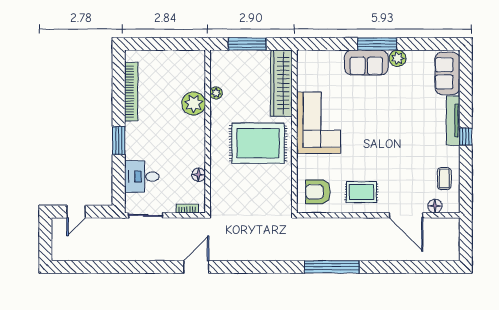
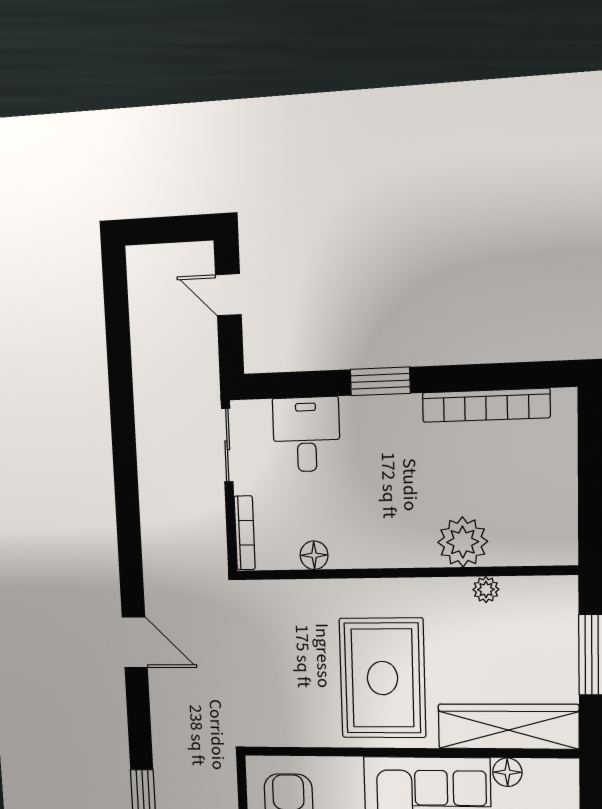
floor lamp: (304, 84) -> (507, 772), added
bookcase: (187, 209) -> (245, 533), width x1.56
door: (196, 267) -> (135, 642), moved

